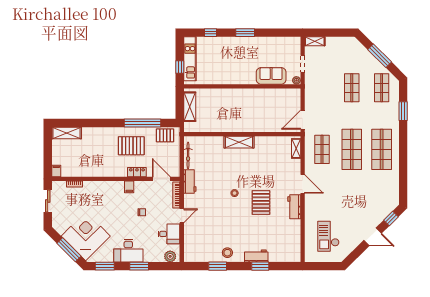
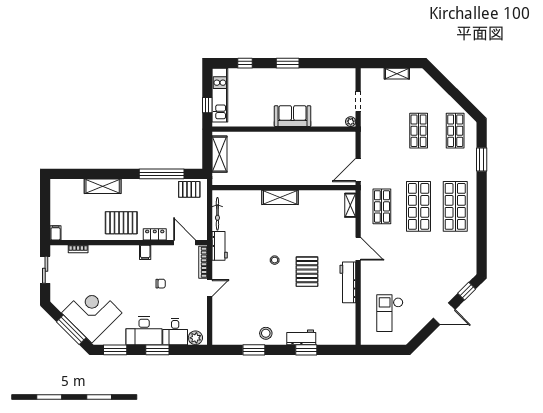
shelving: (315, 41) -> (397, 74), moved
window: (380, 56) -> (453, 91), removed
sofa: (271, 76) -> (293, 116), moved
shelving: (67, 133) -> (103, 186), moved
pallet: (131, 146) -> (121, 223), moved
workbench: (294, 207) -> (348, 282), width x1.38
desk: (169, 234) -> (175, 332), moved, turned 90

